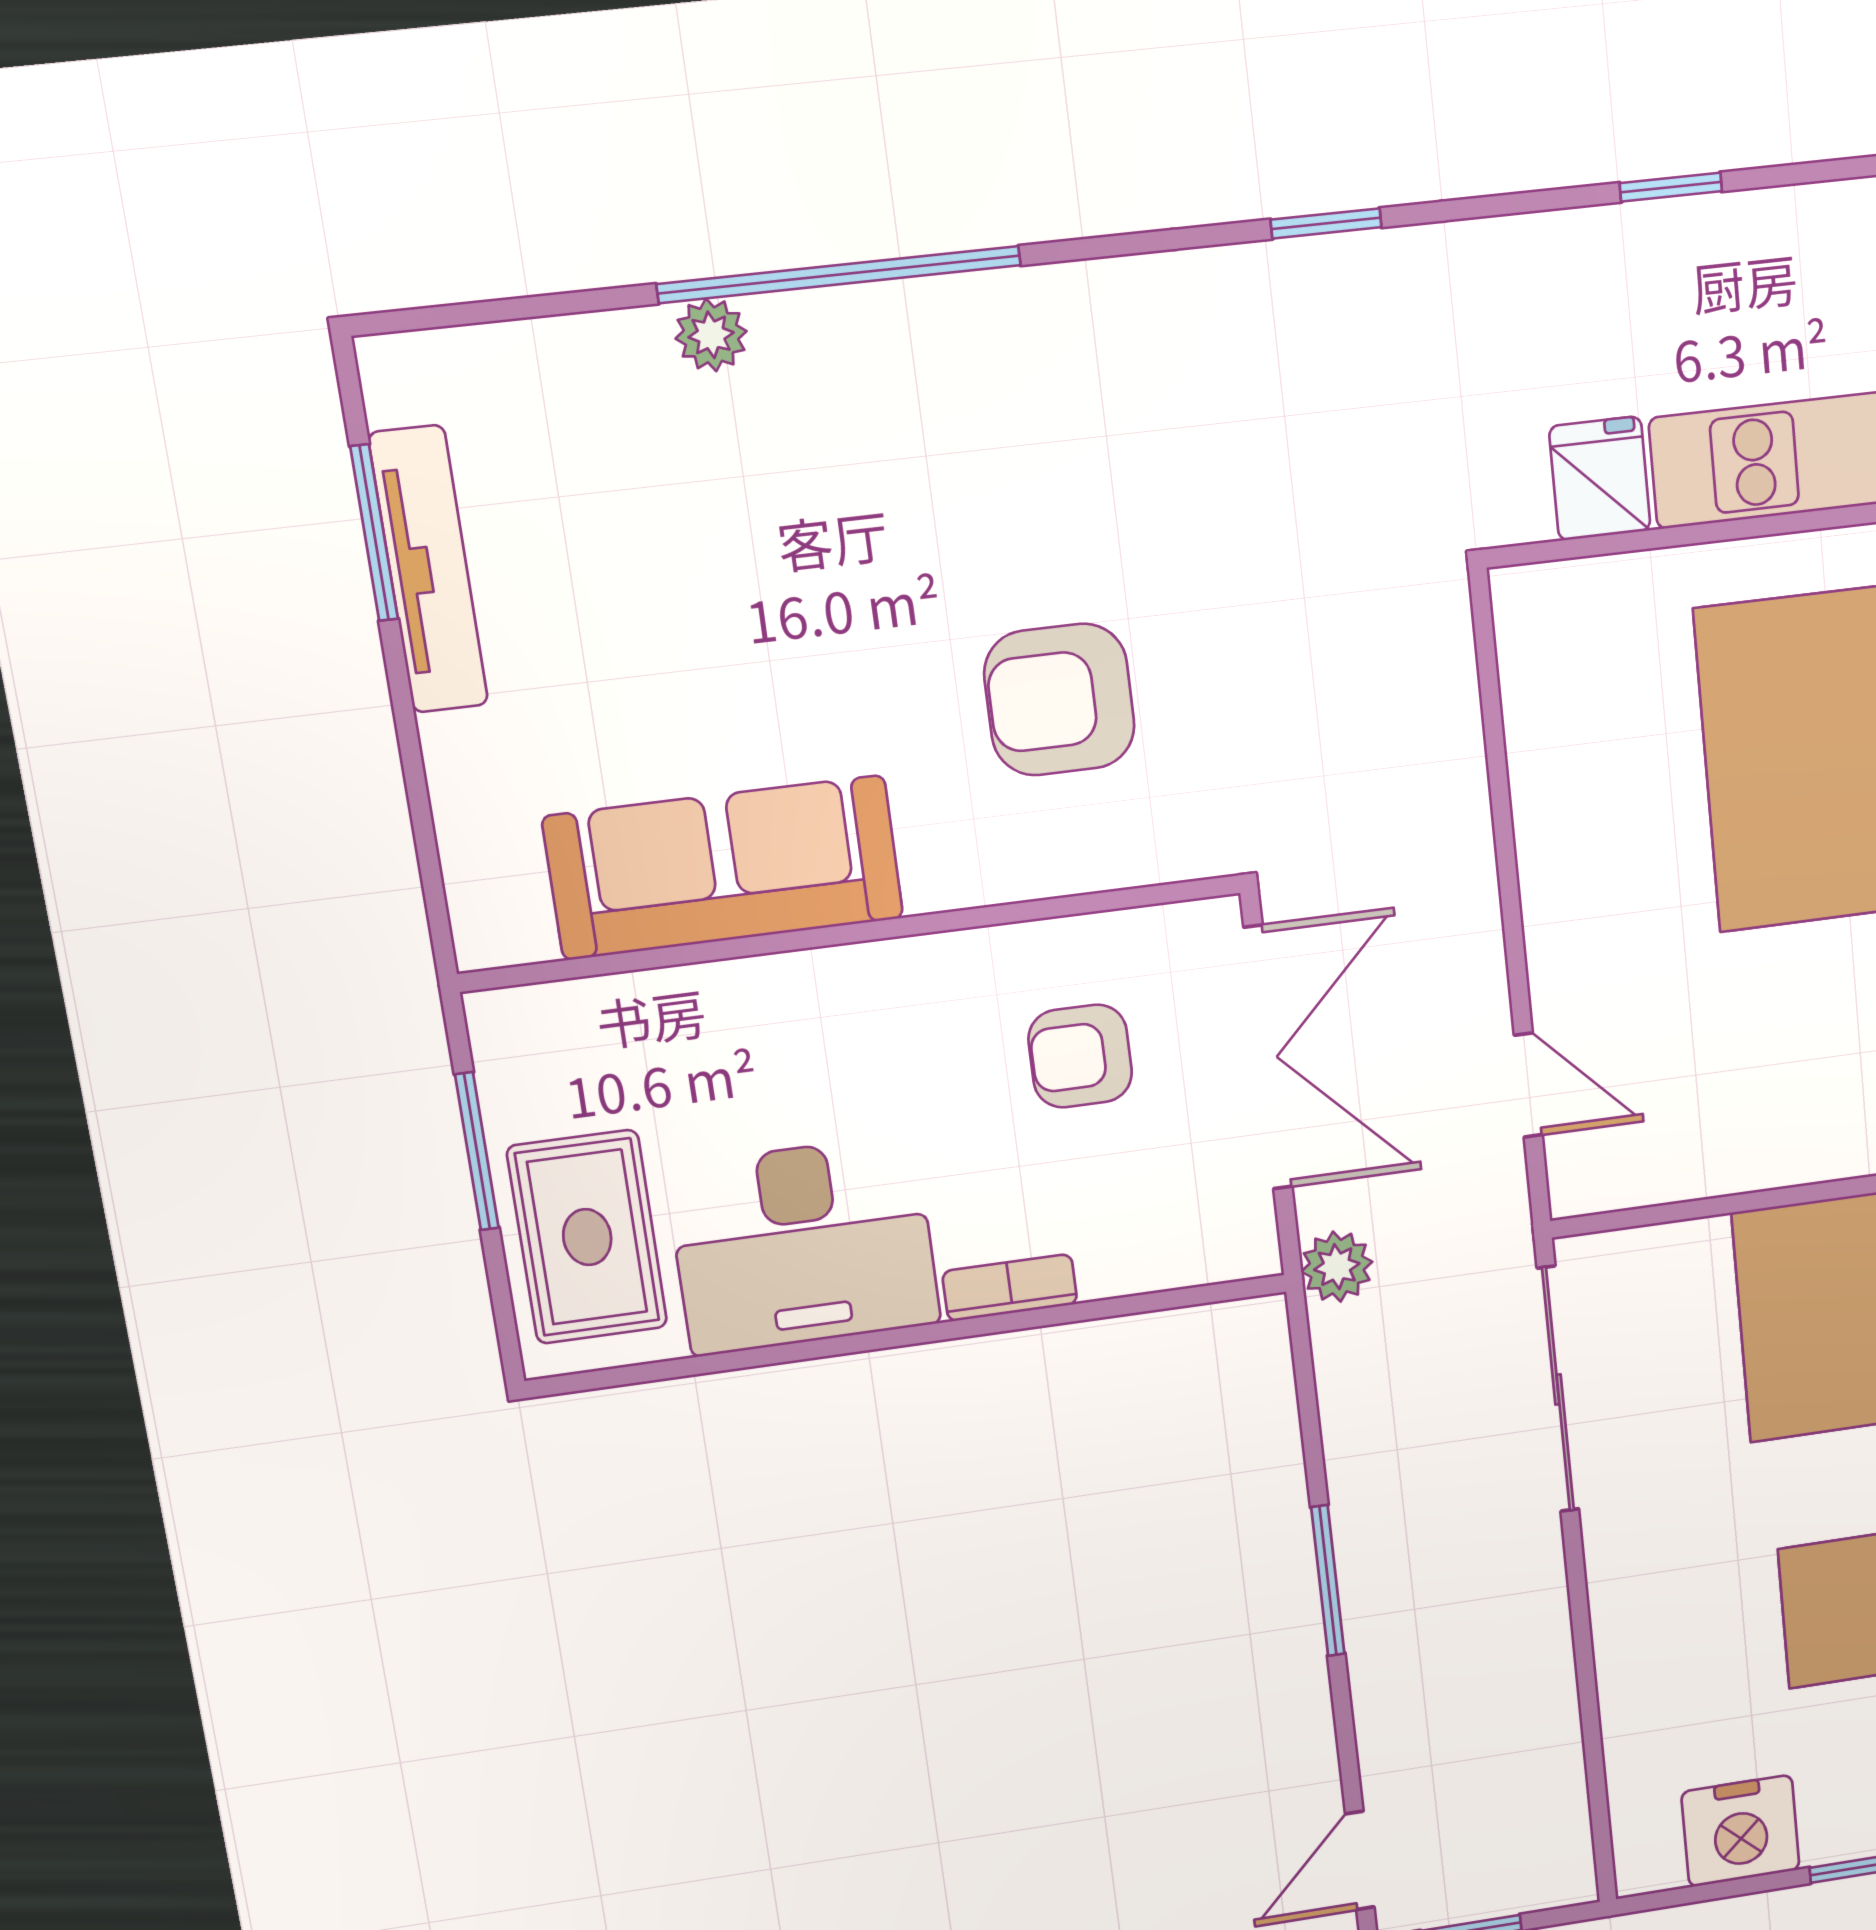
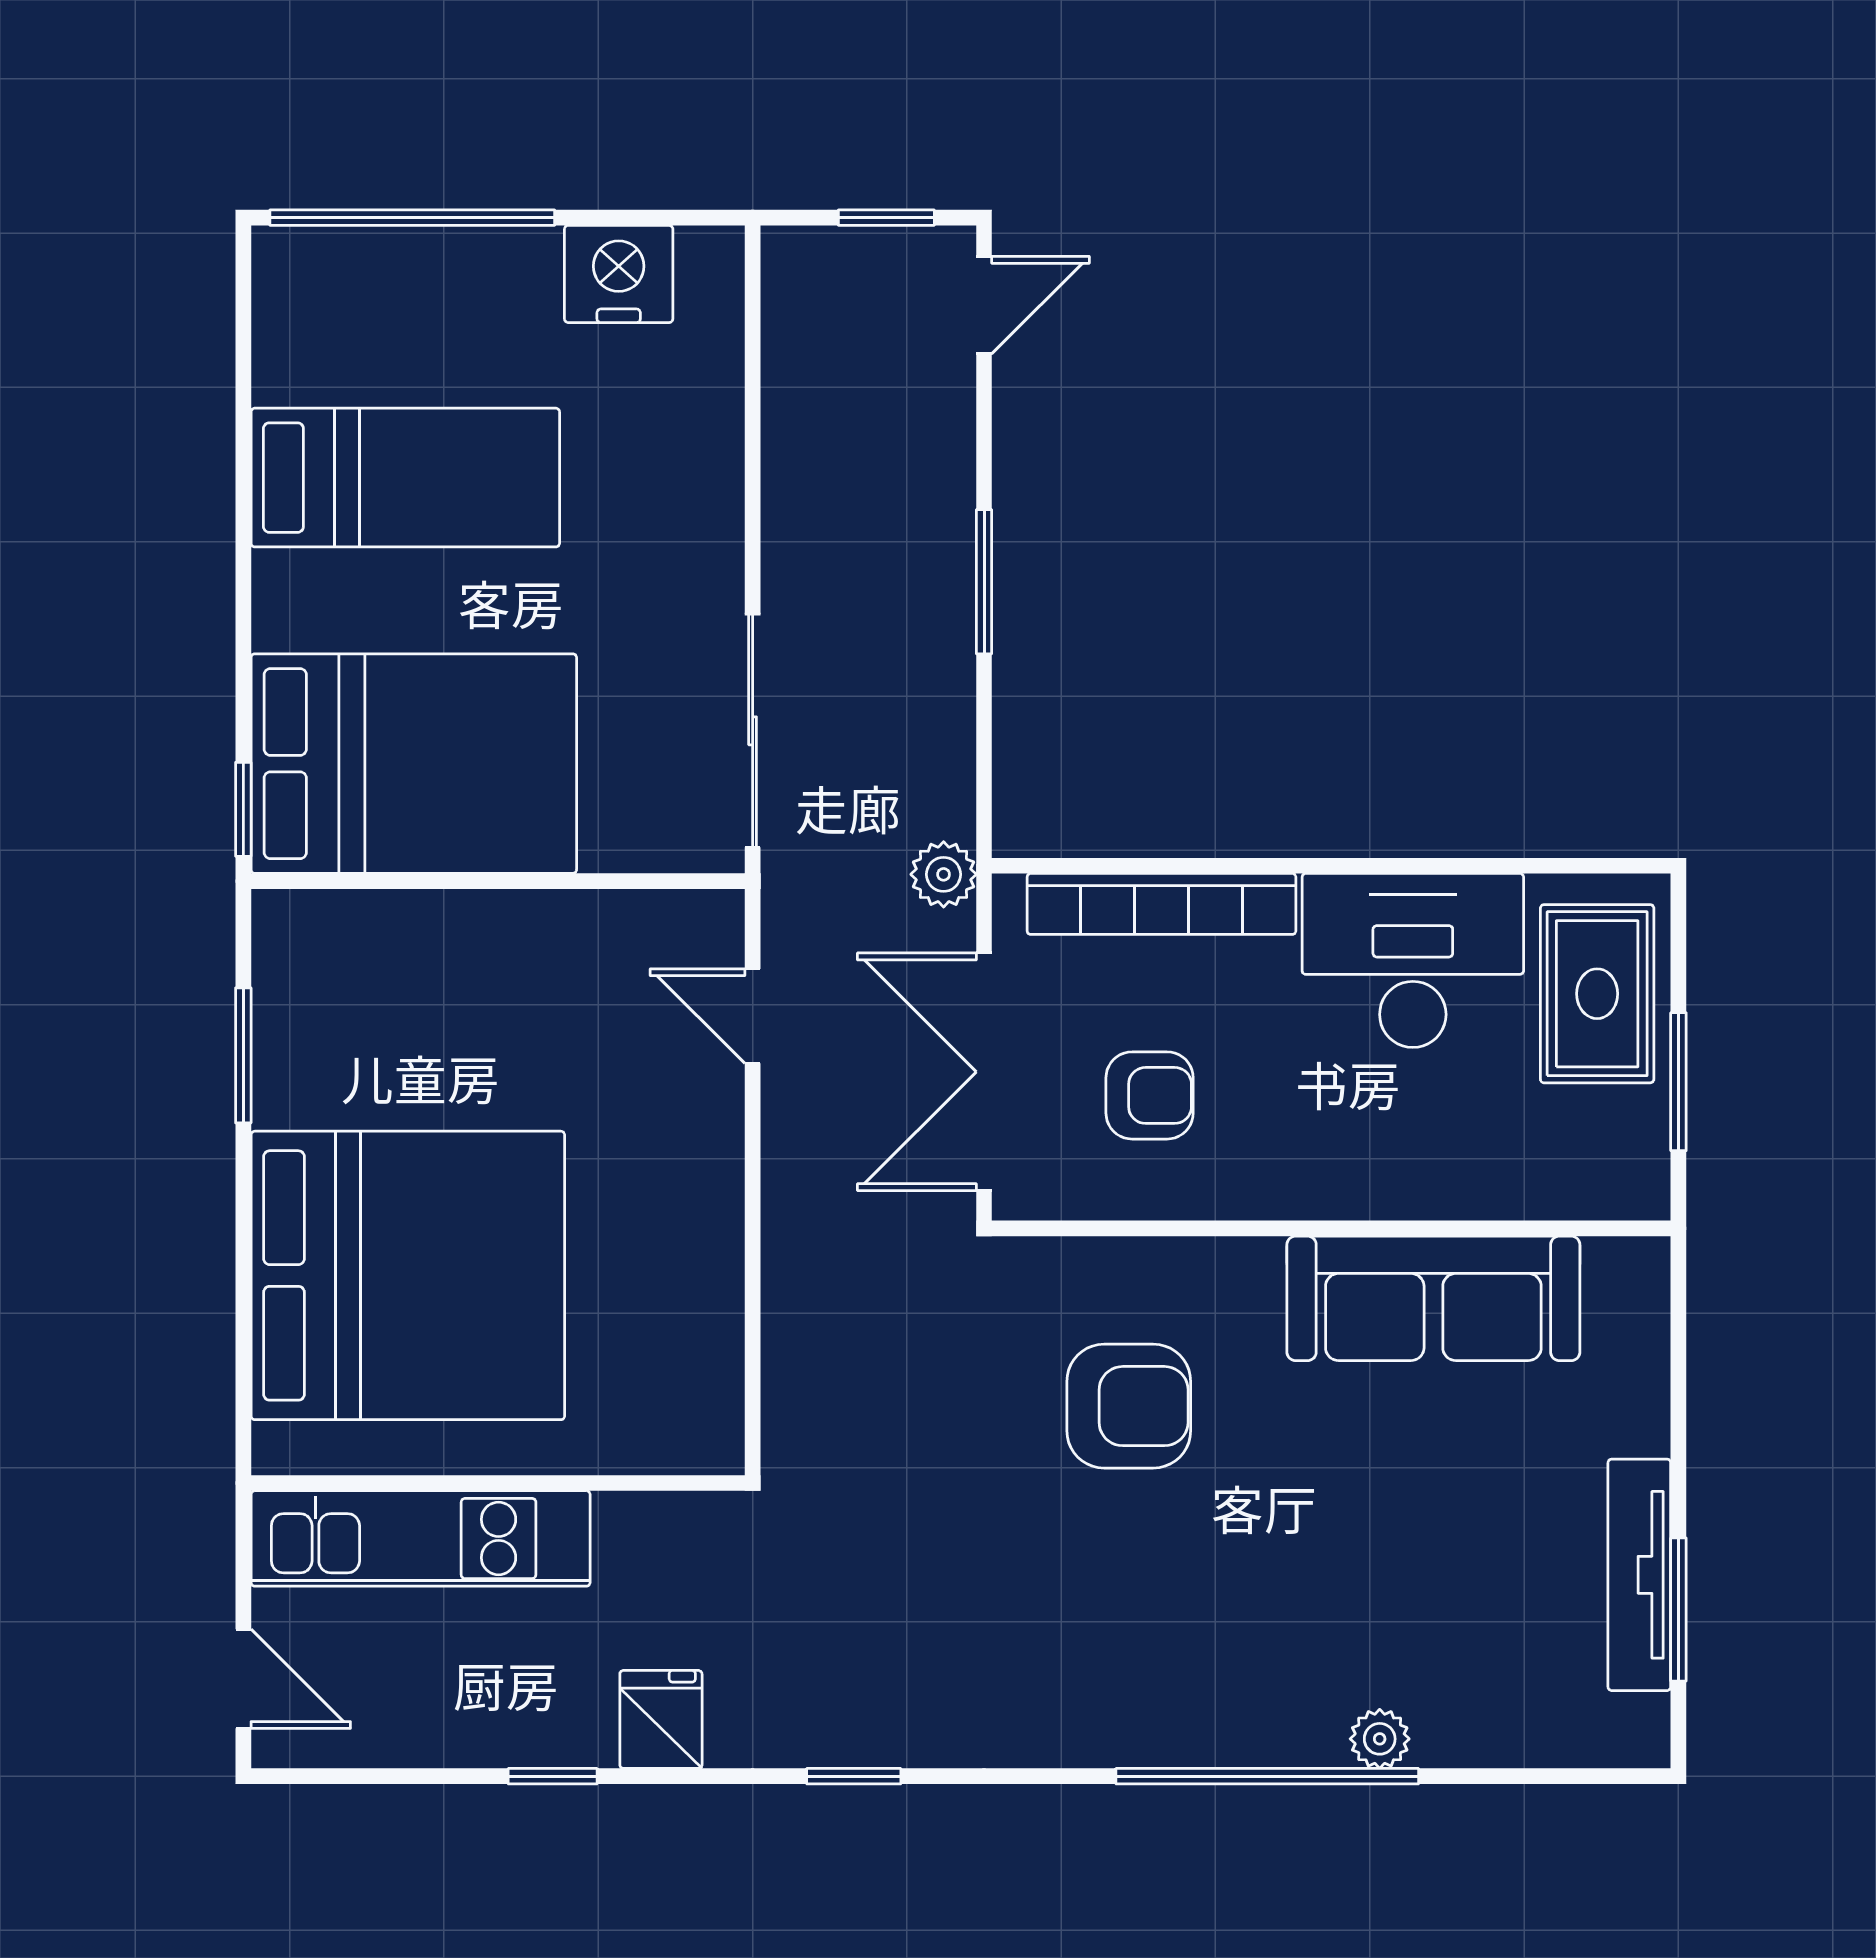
fridge: (1600, 478) -> (661, 1719), moved, turned 180
bookcase: (1010, 1288) -> (1161, 904), width x2.31, depth x1.31

